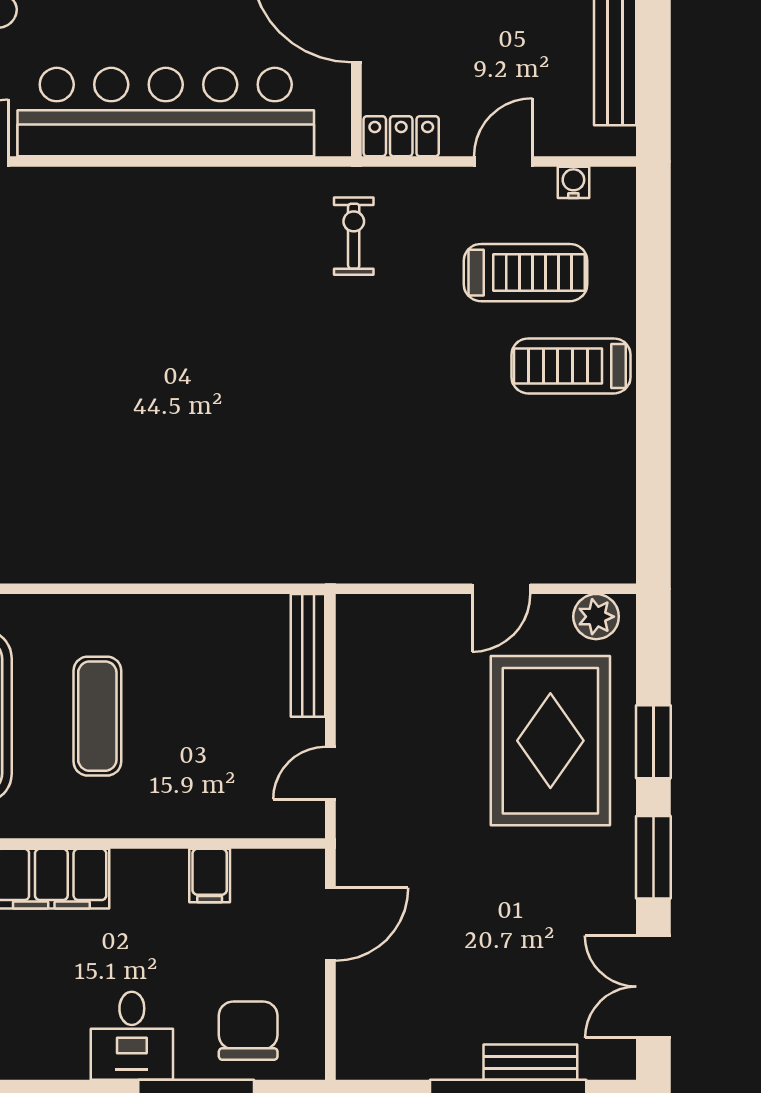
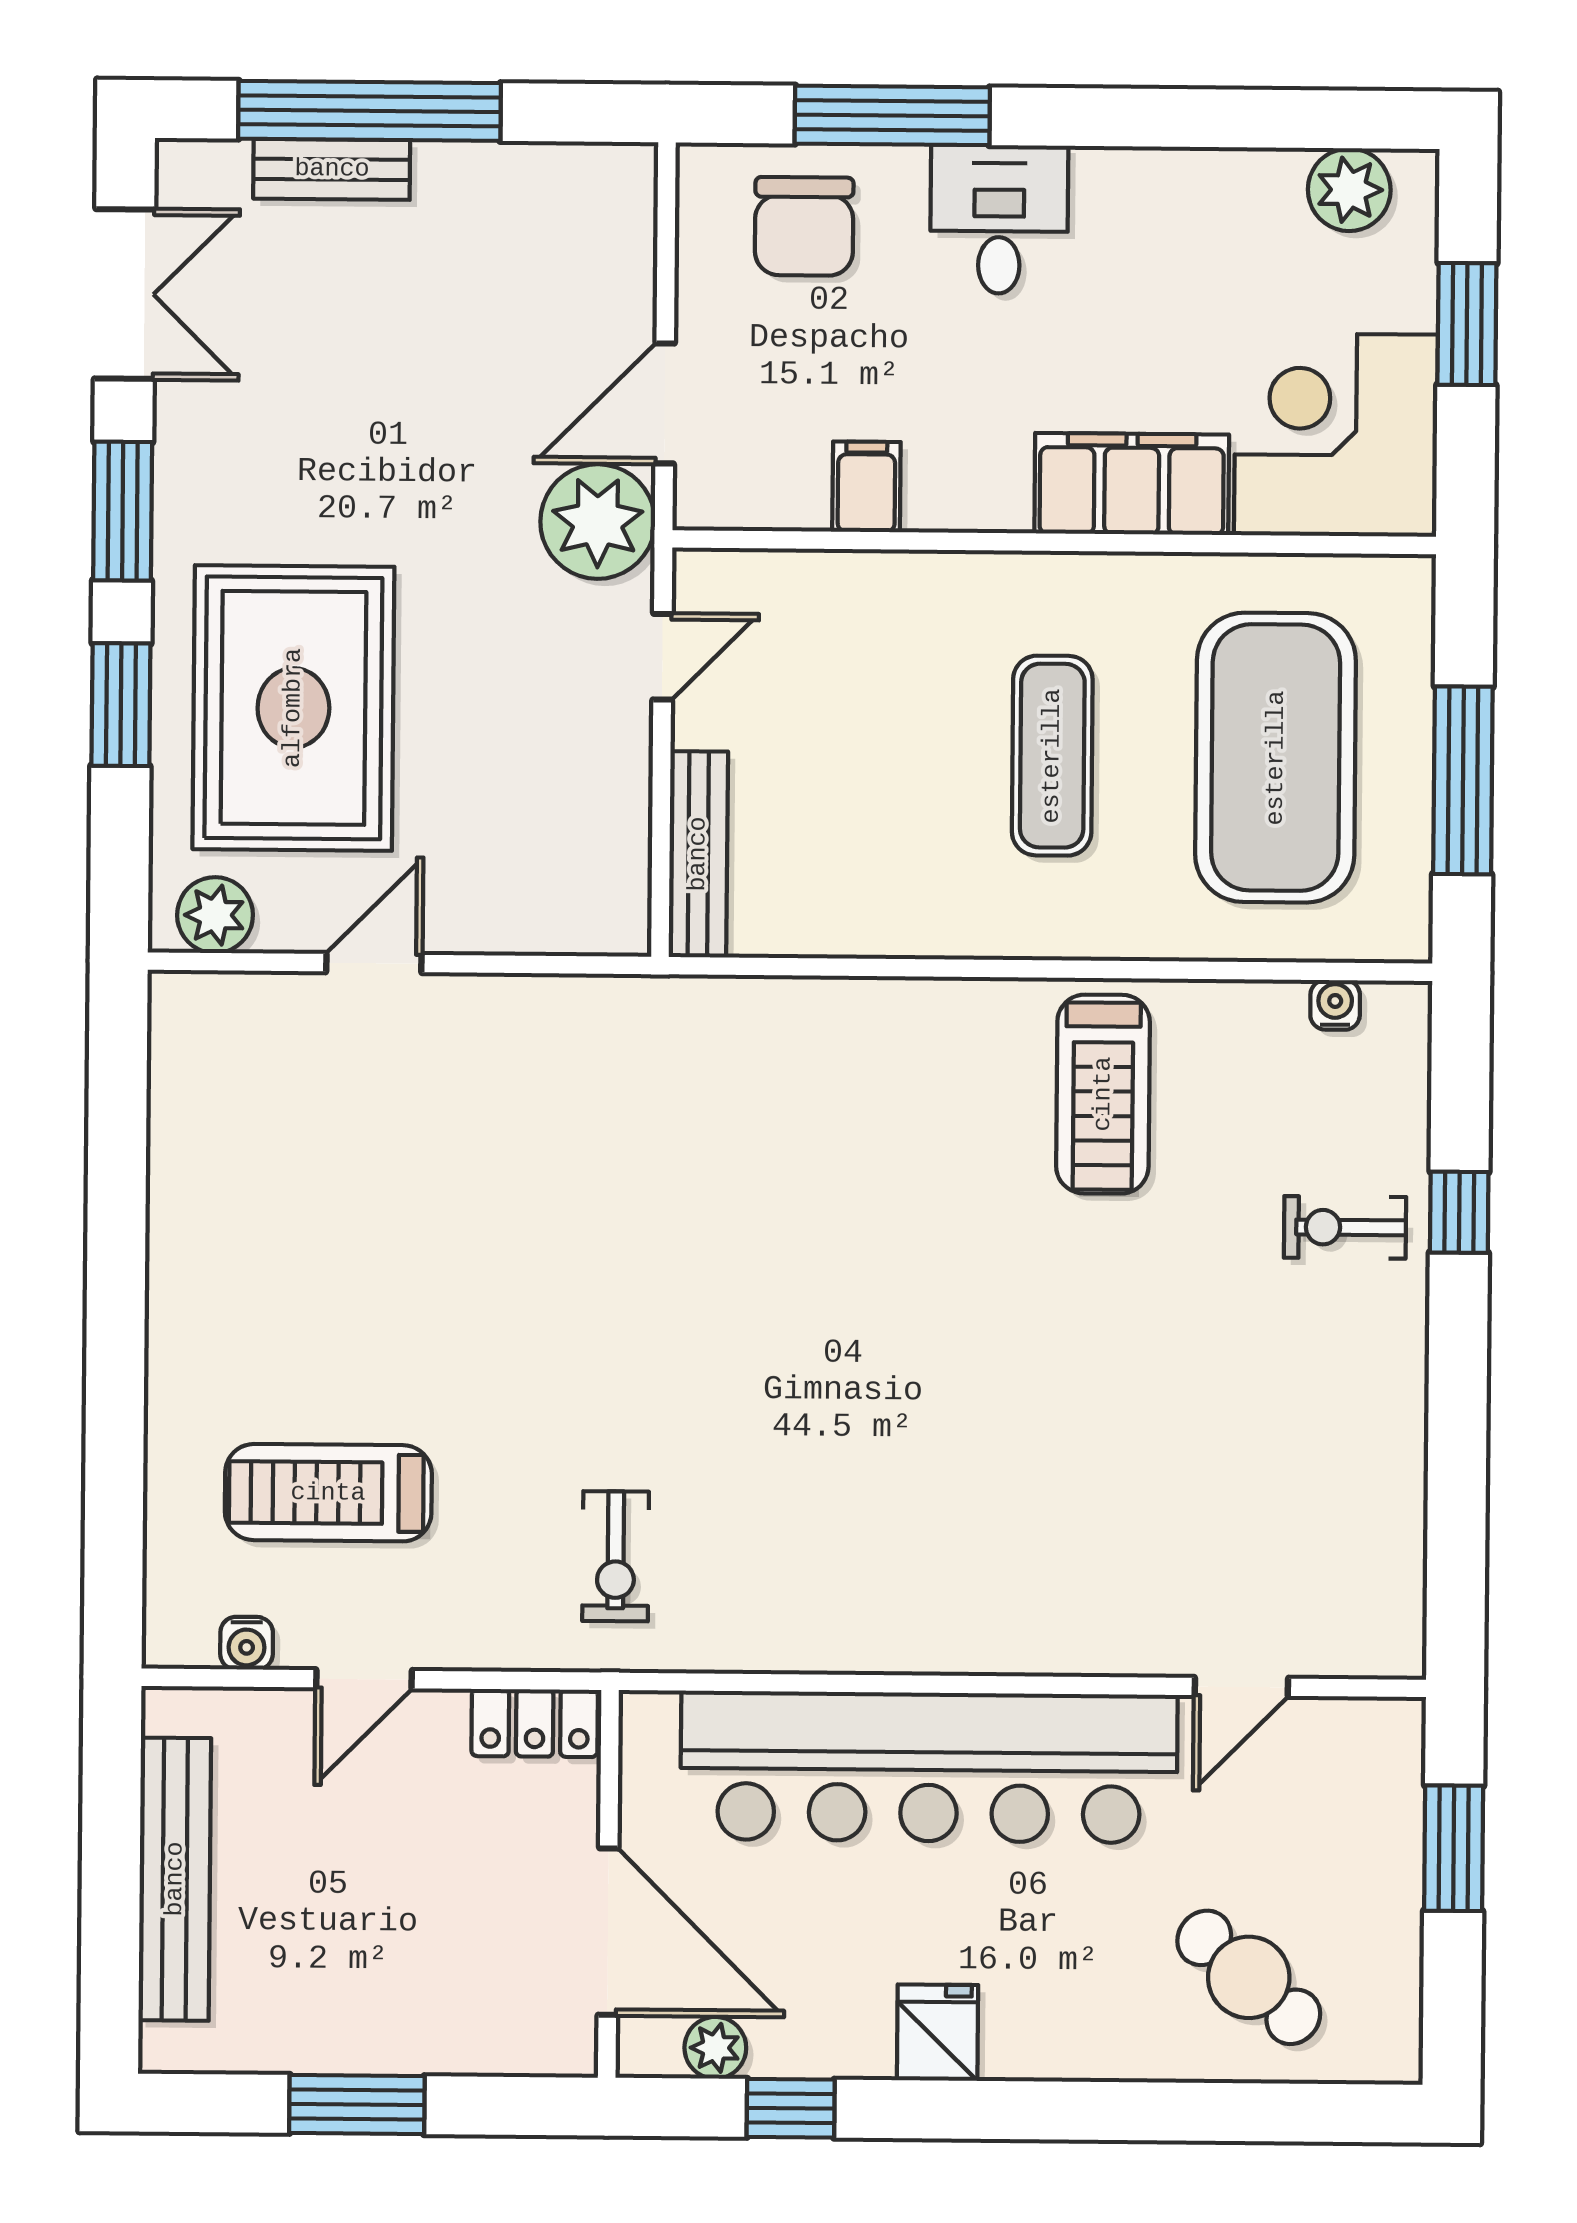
treadmill: (571, 366) -> (1103, 1094), moved, turned 90
plant: (370, 853) -> (598, 522), added

